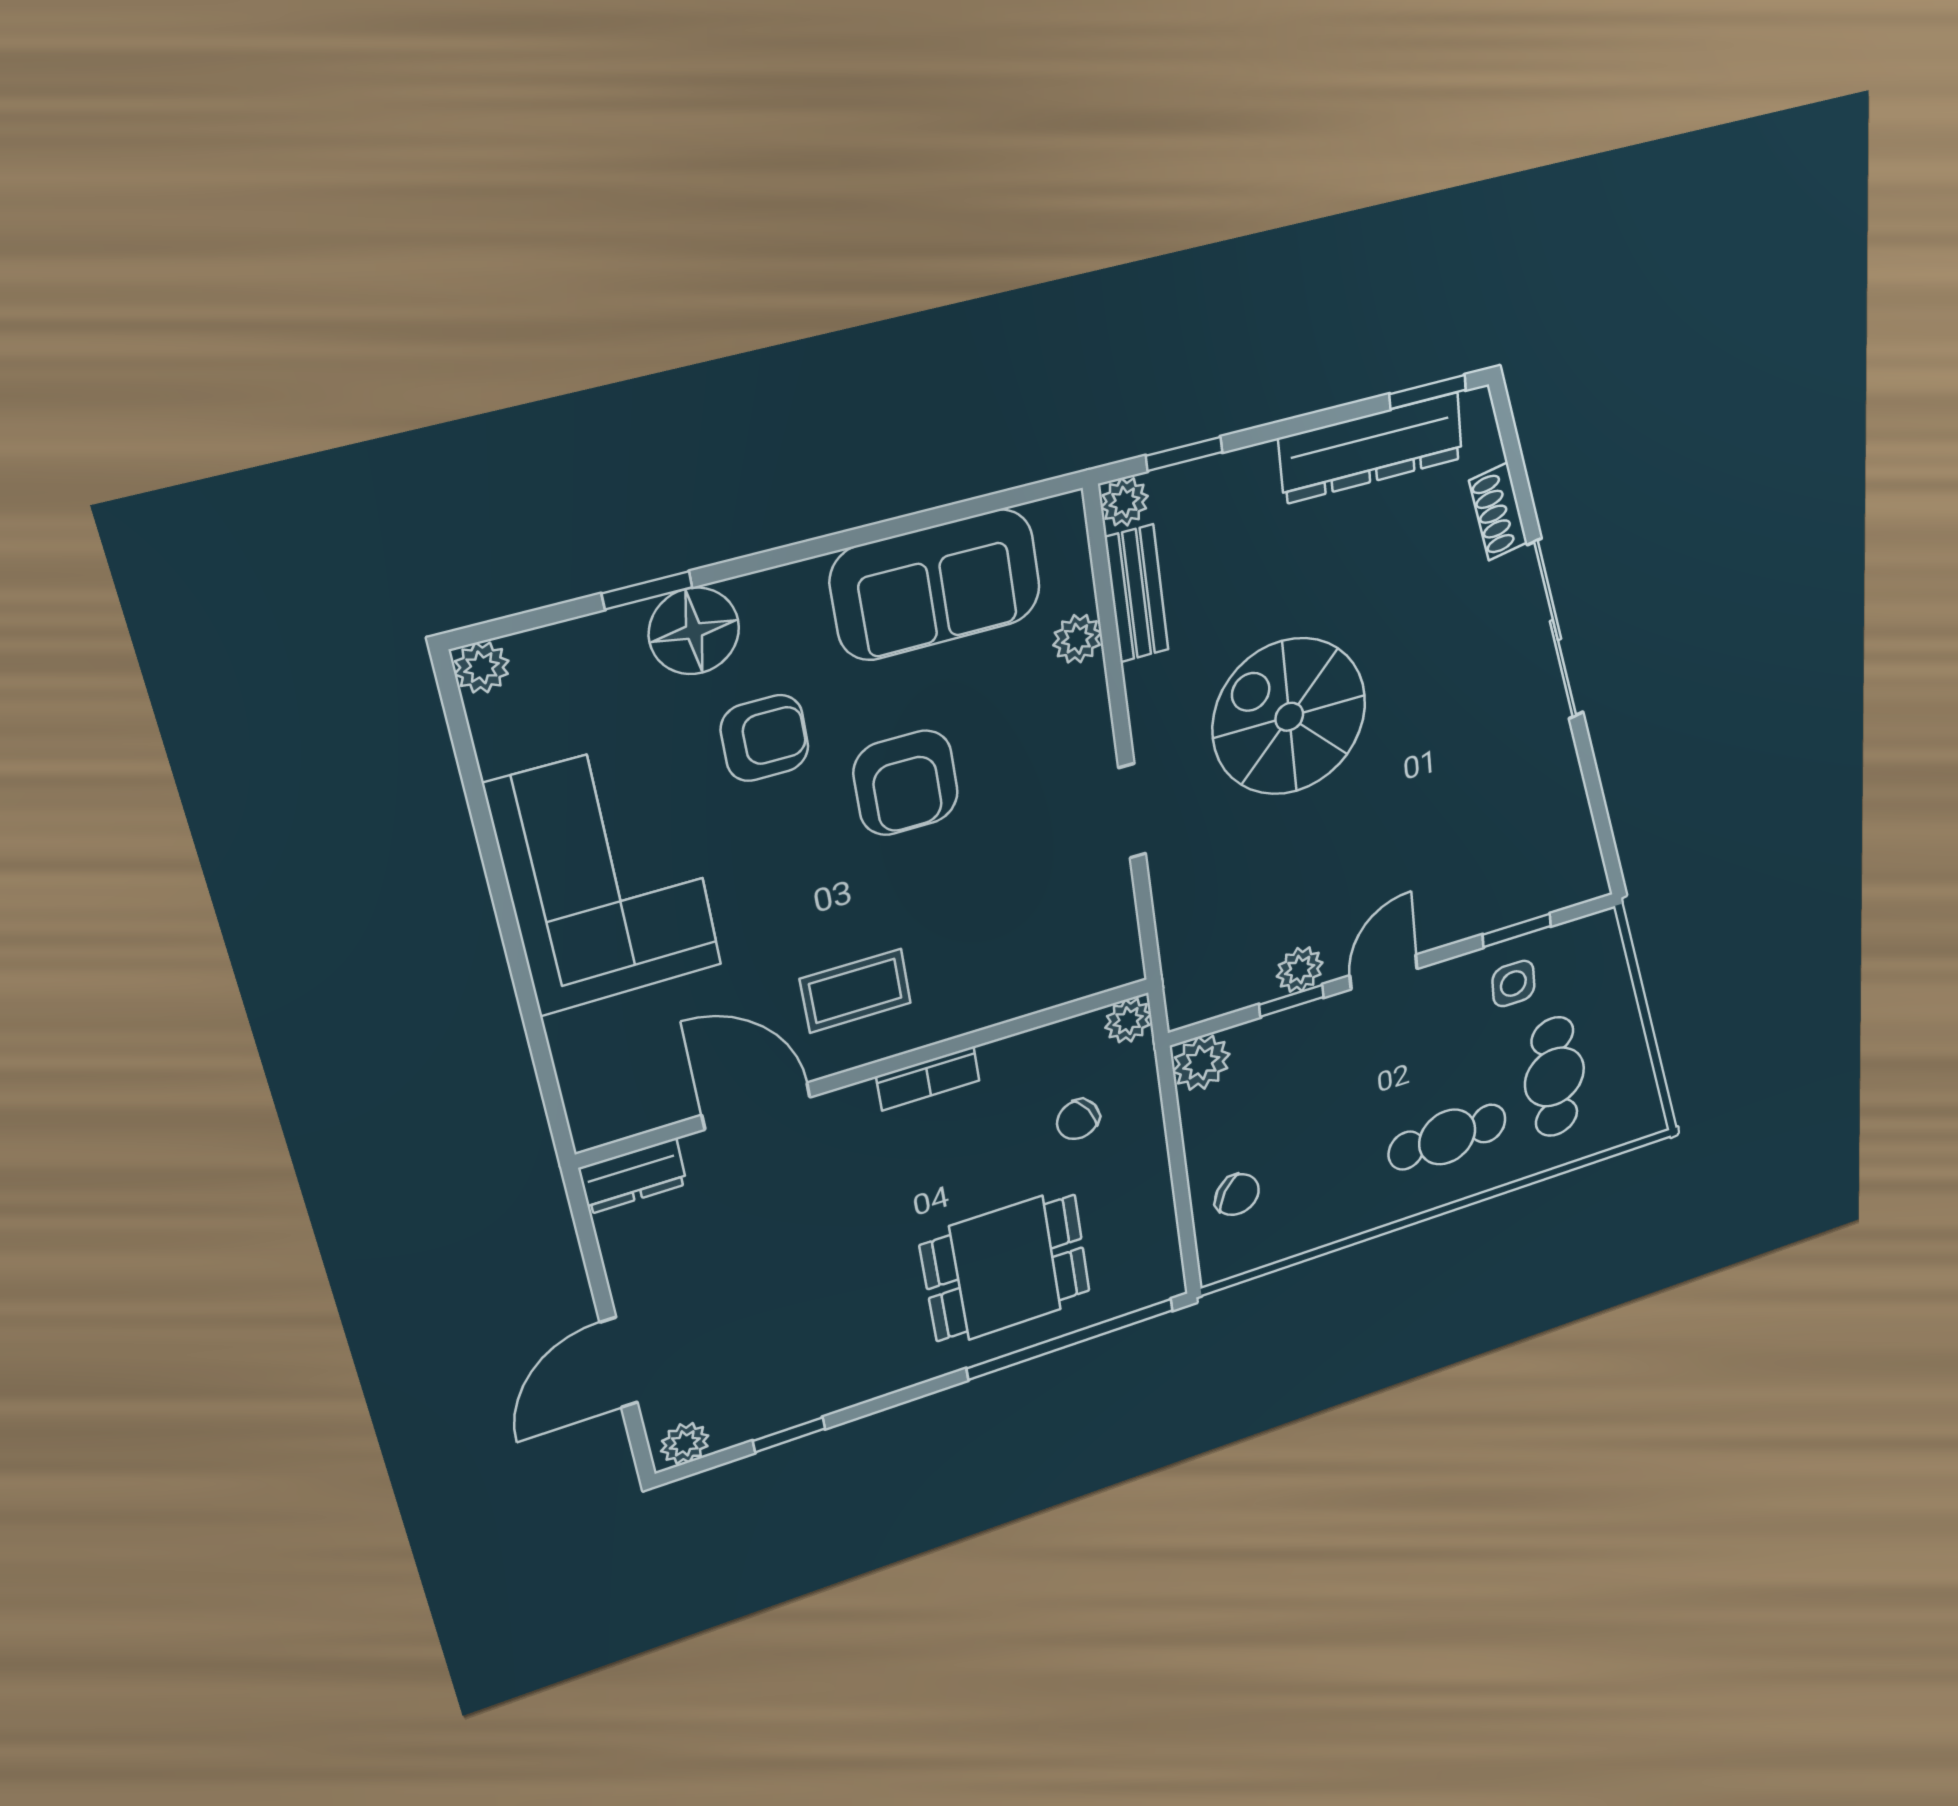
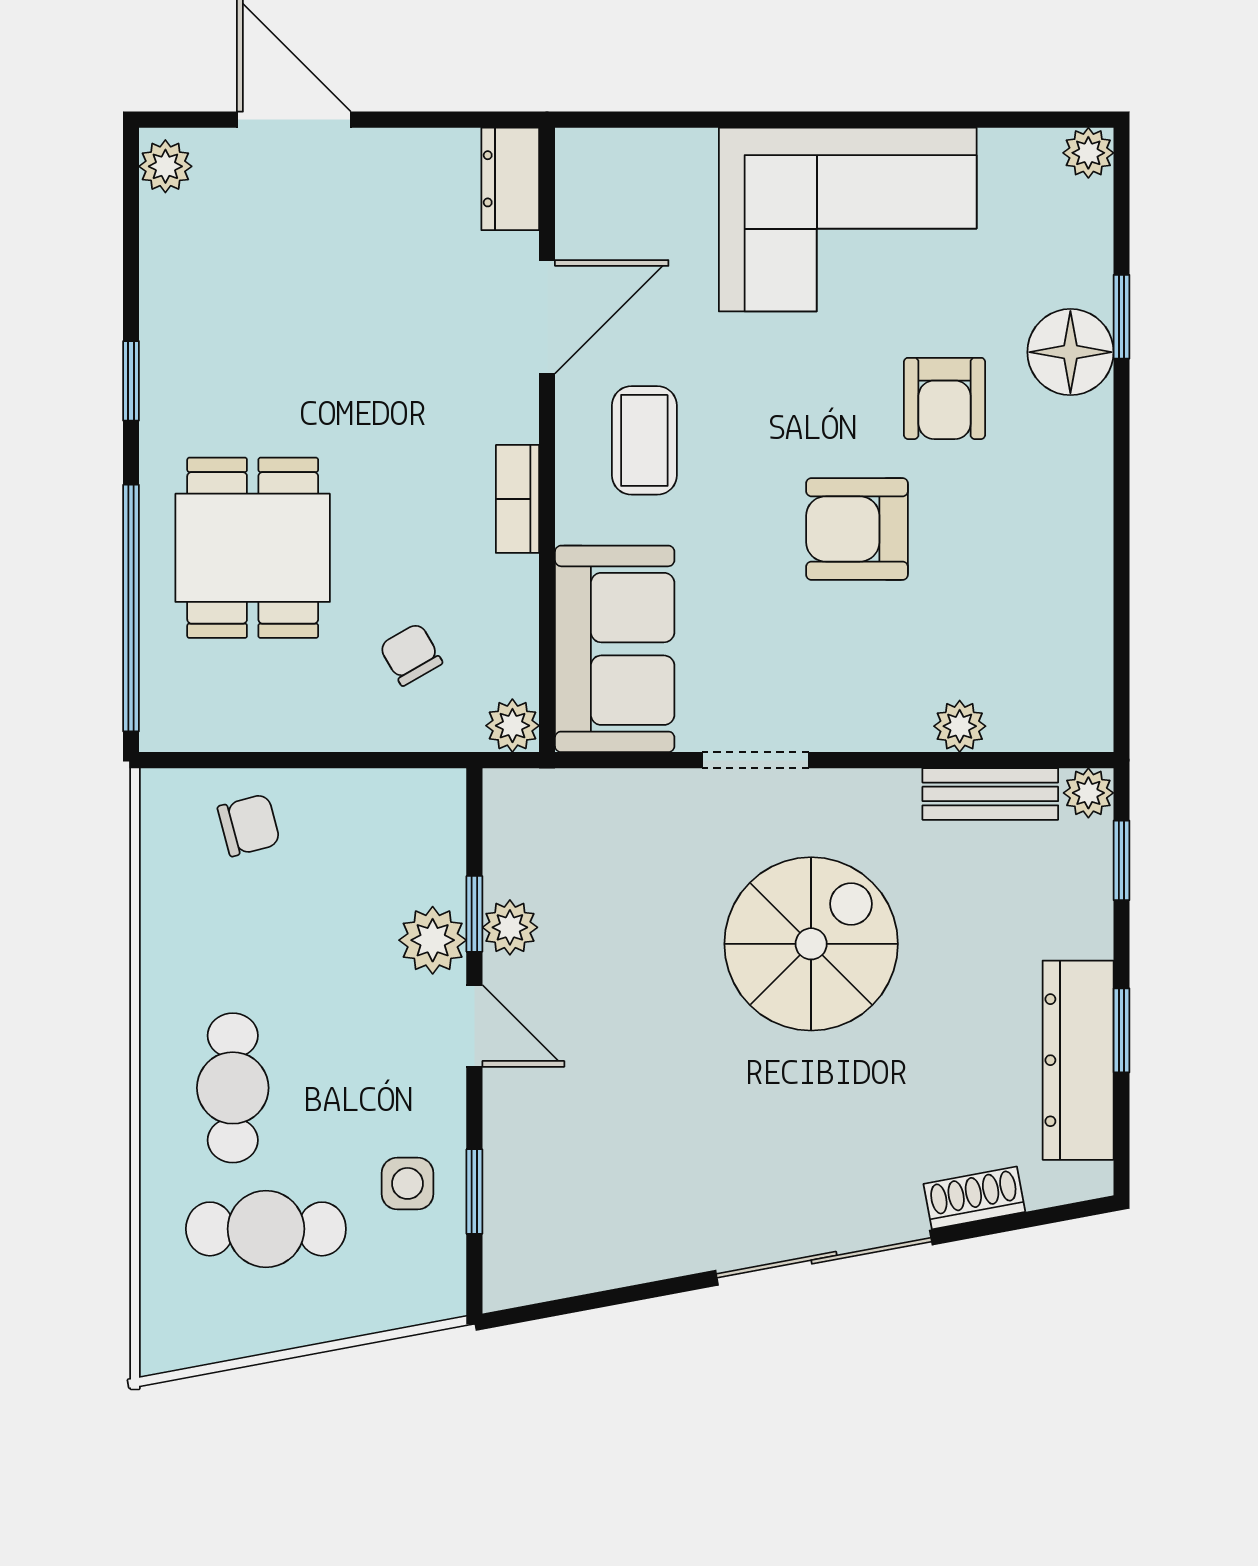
window: (1428, 392) -> (1122, 1030), moved
sofa: (936, 585) -> (615, 649), moved, turned 180
plant: (1201, 1063) -> (433, 940), moved
chair: (1237, 1195) -> (249, 825), turned -137
window: (789, 1435) -> (131, 381), moved

